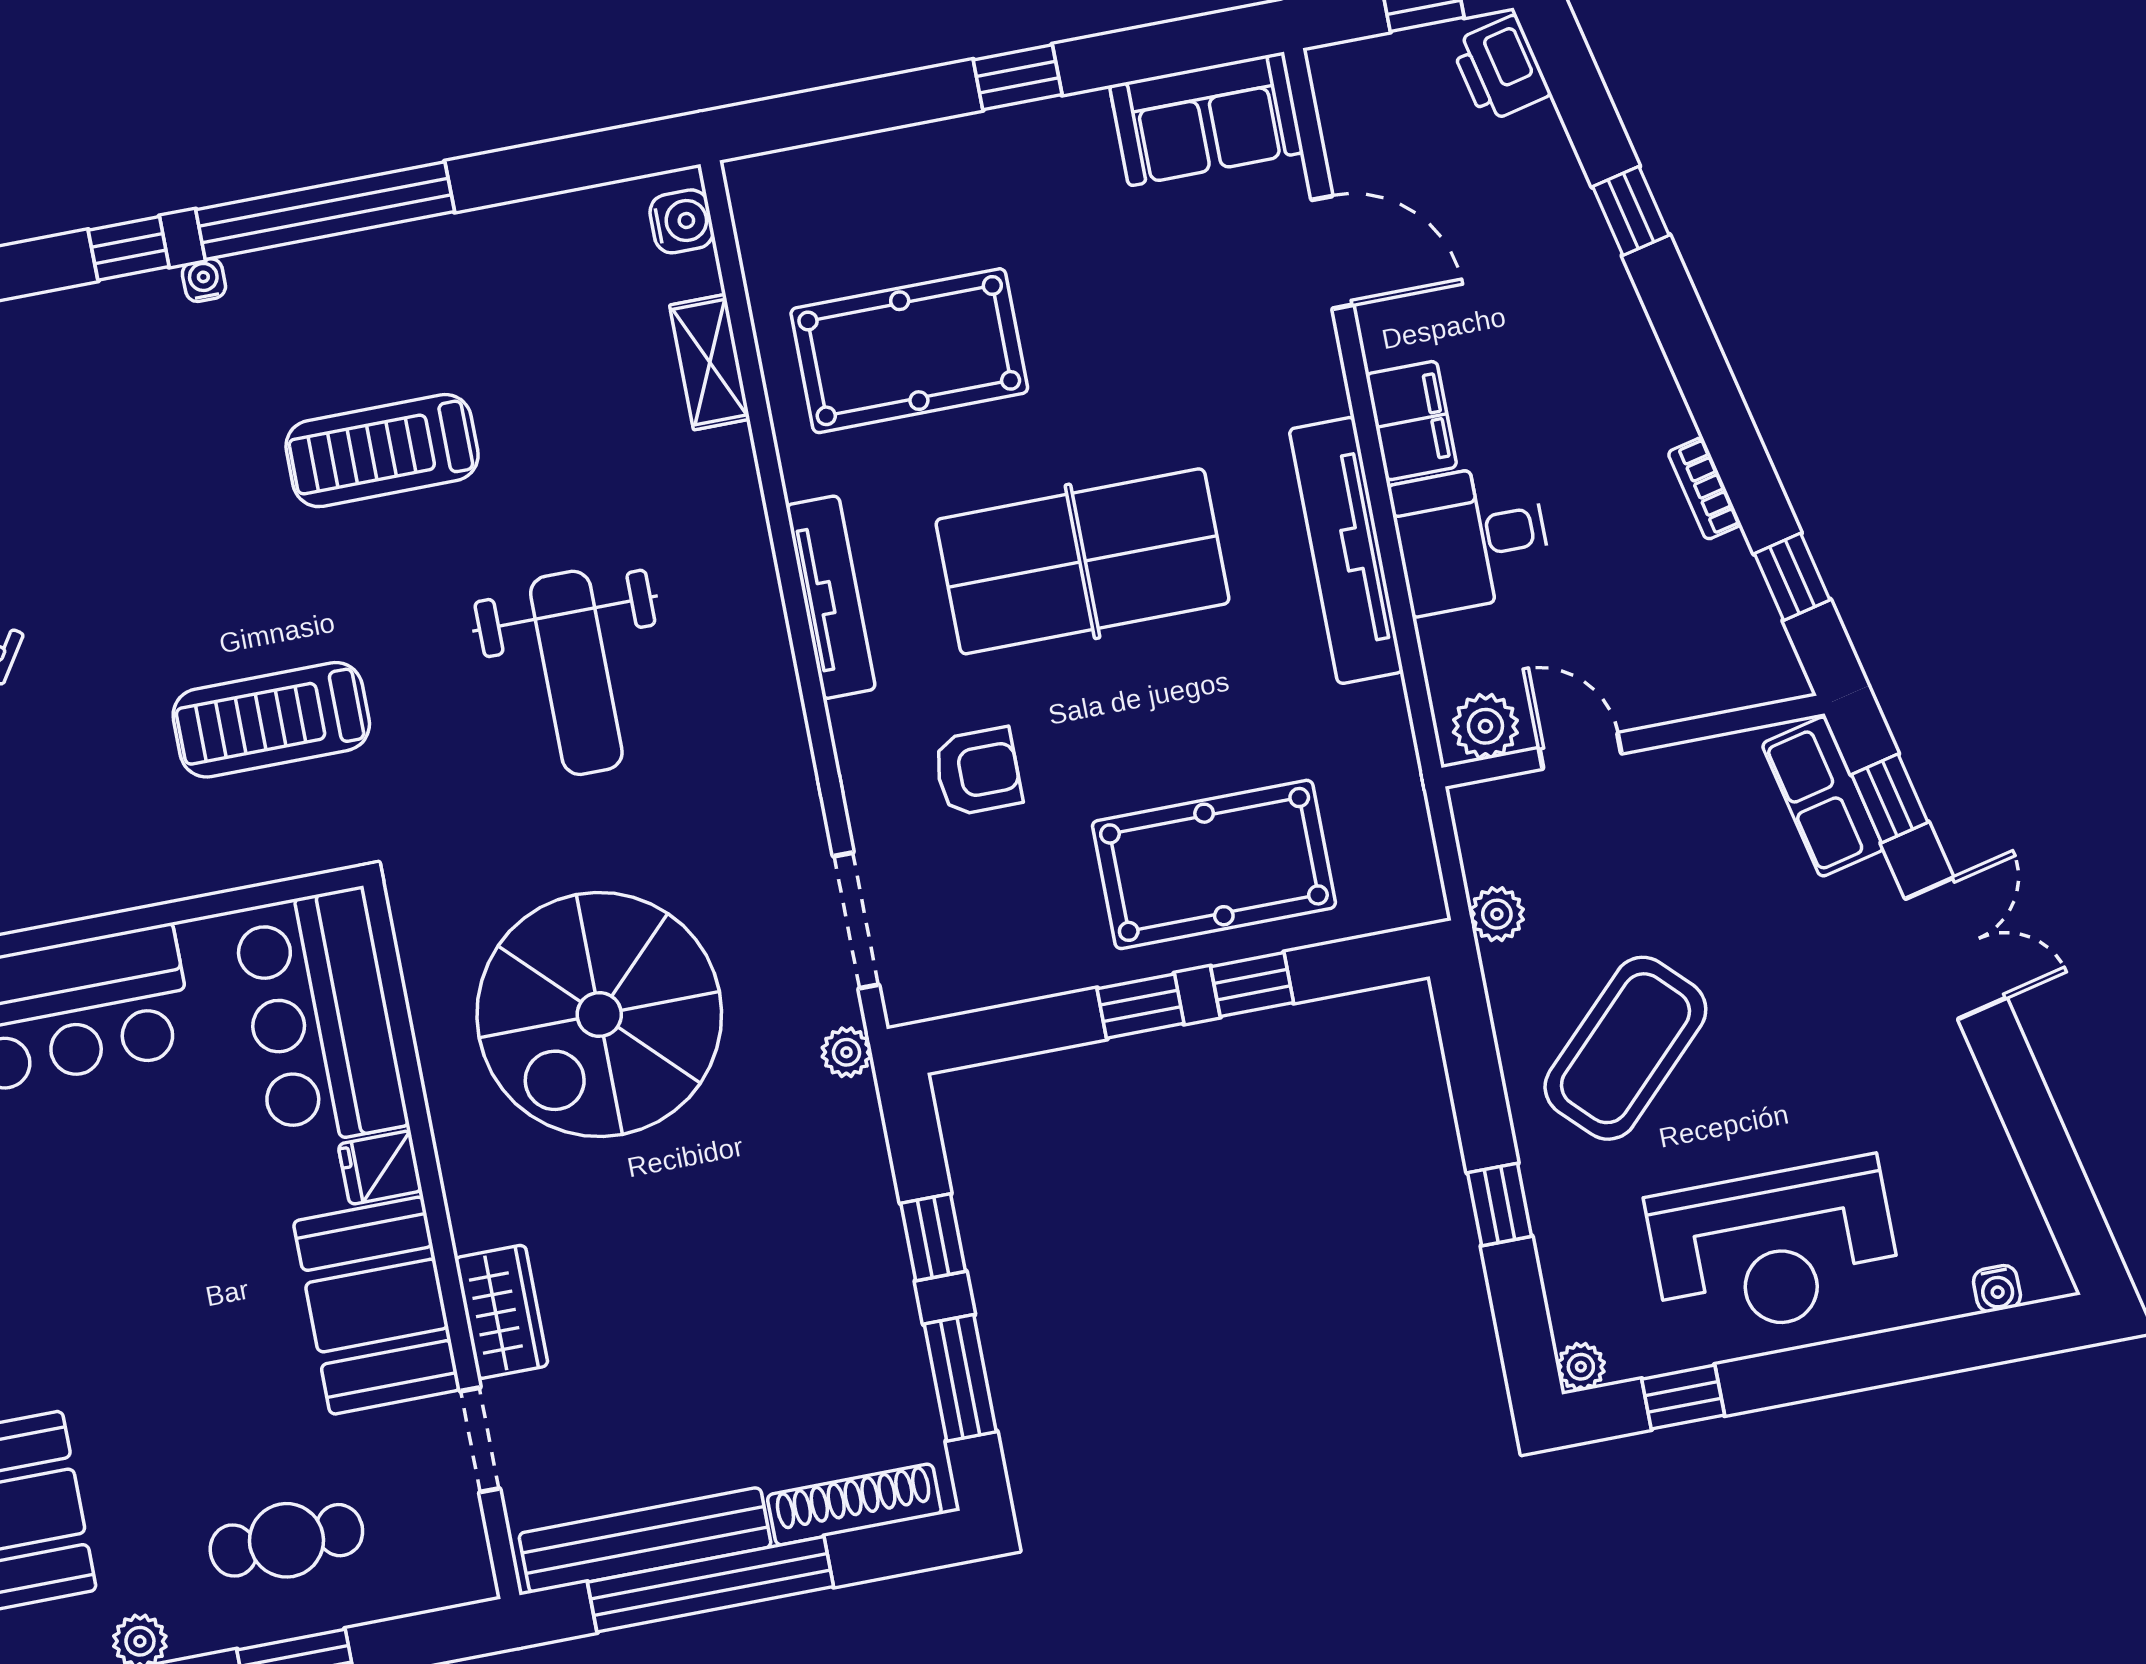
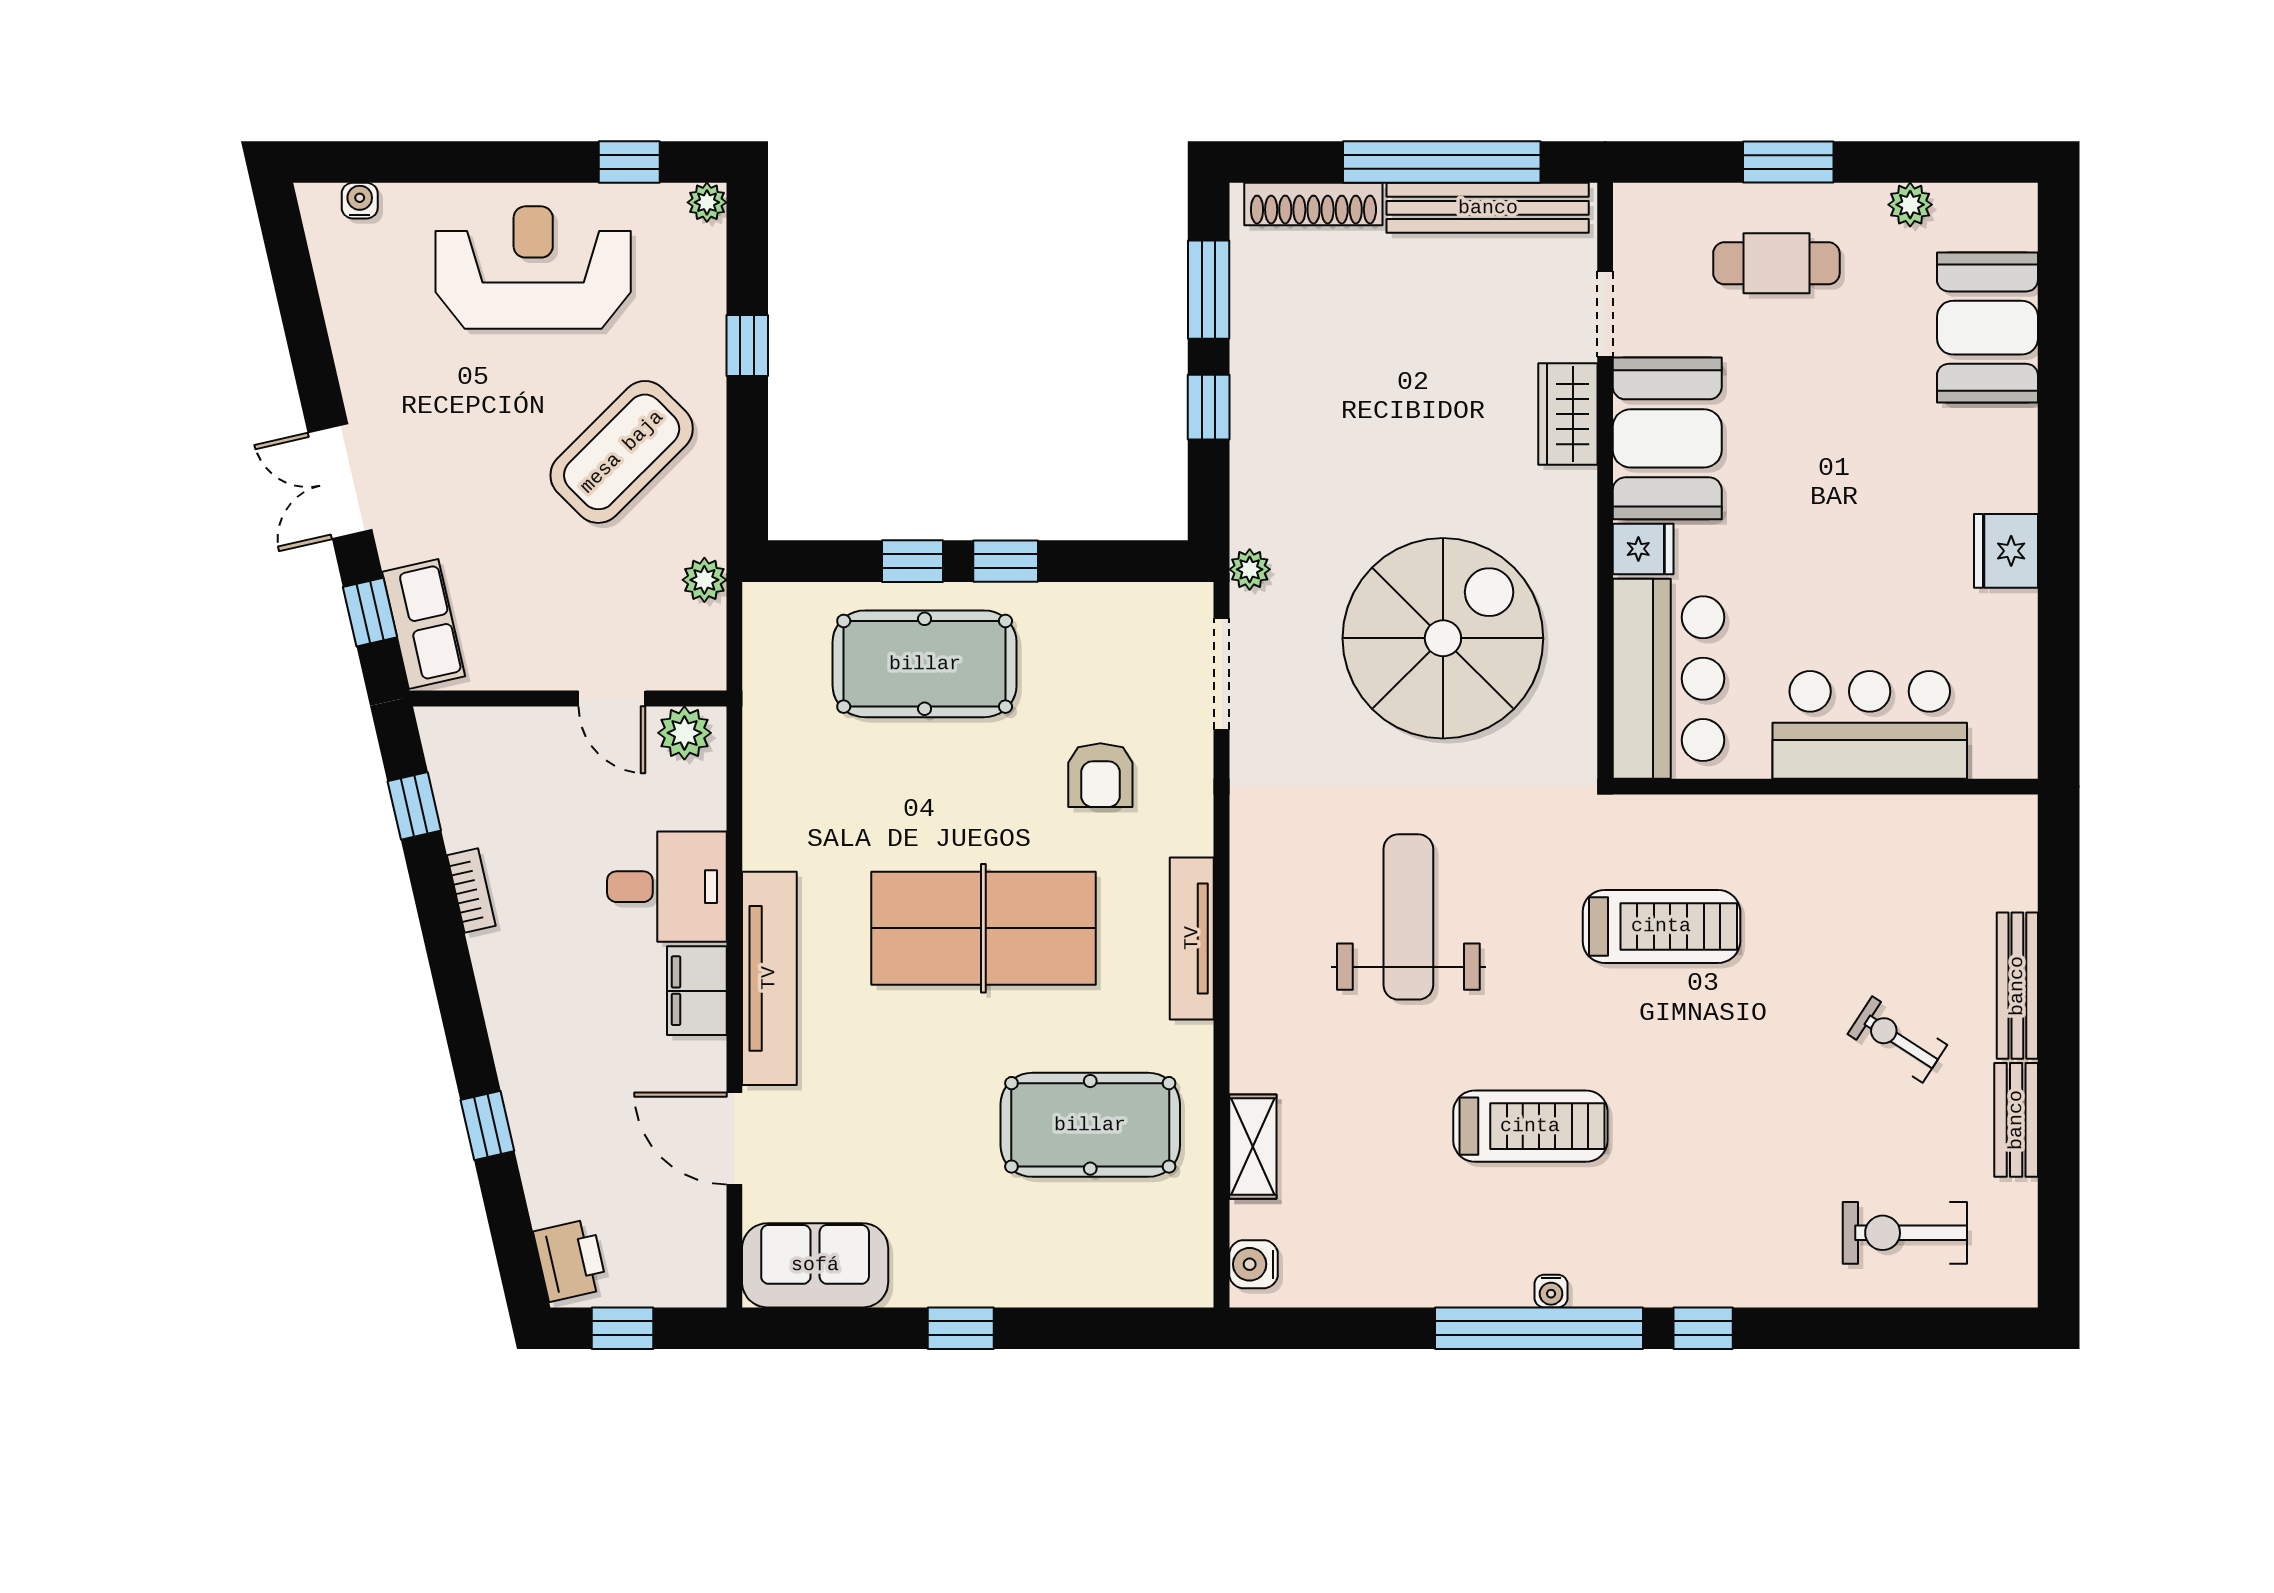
water cooler: (204, 280) -> (1551, 1291), moved
tv unit: (1346, 550) -> (769, 978), moved
armchair: (978, 772) -> (1100, 775), turned -90

